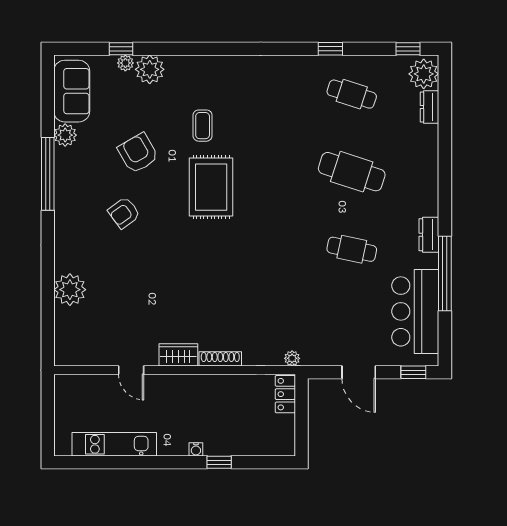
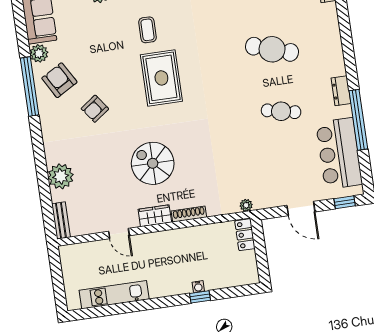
armchair: (138, 153) -> (59, 80), moved
spiral stairs: (185, 290) -> (153, 163), added
bench: (62, 344) -> (61, 220), added
water cooler: (196, 449) -> (198, 287), moved

